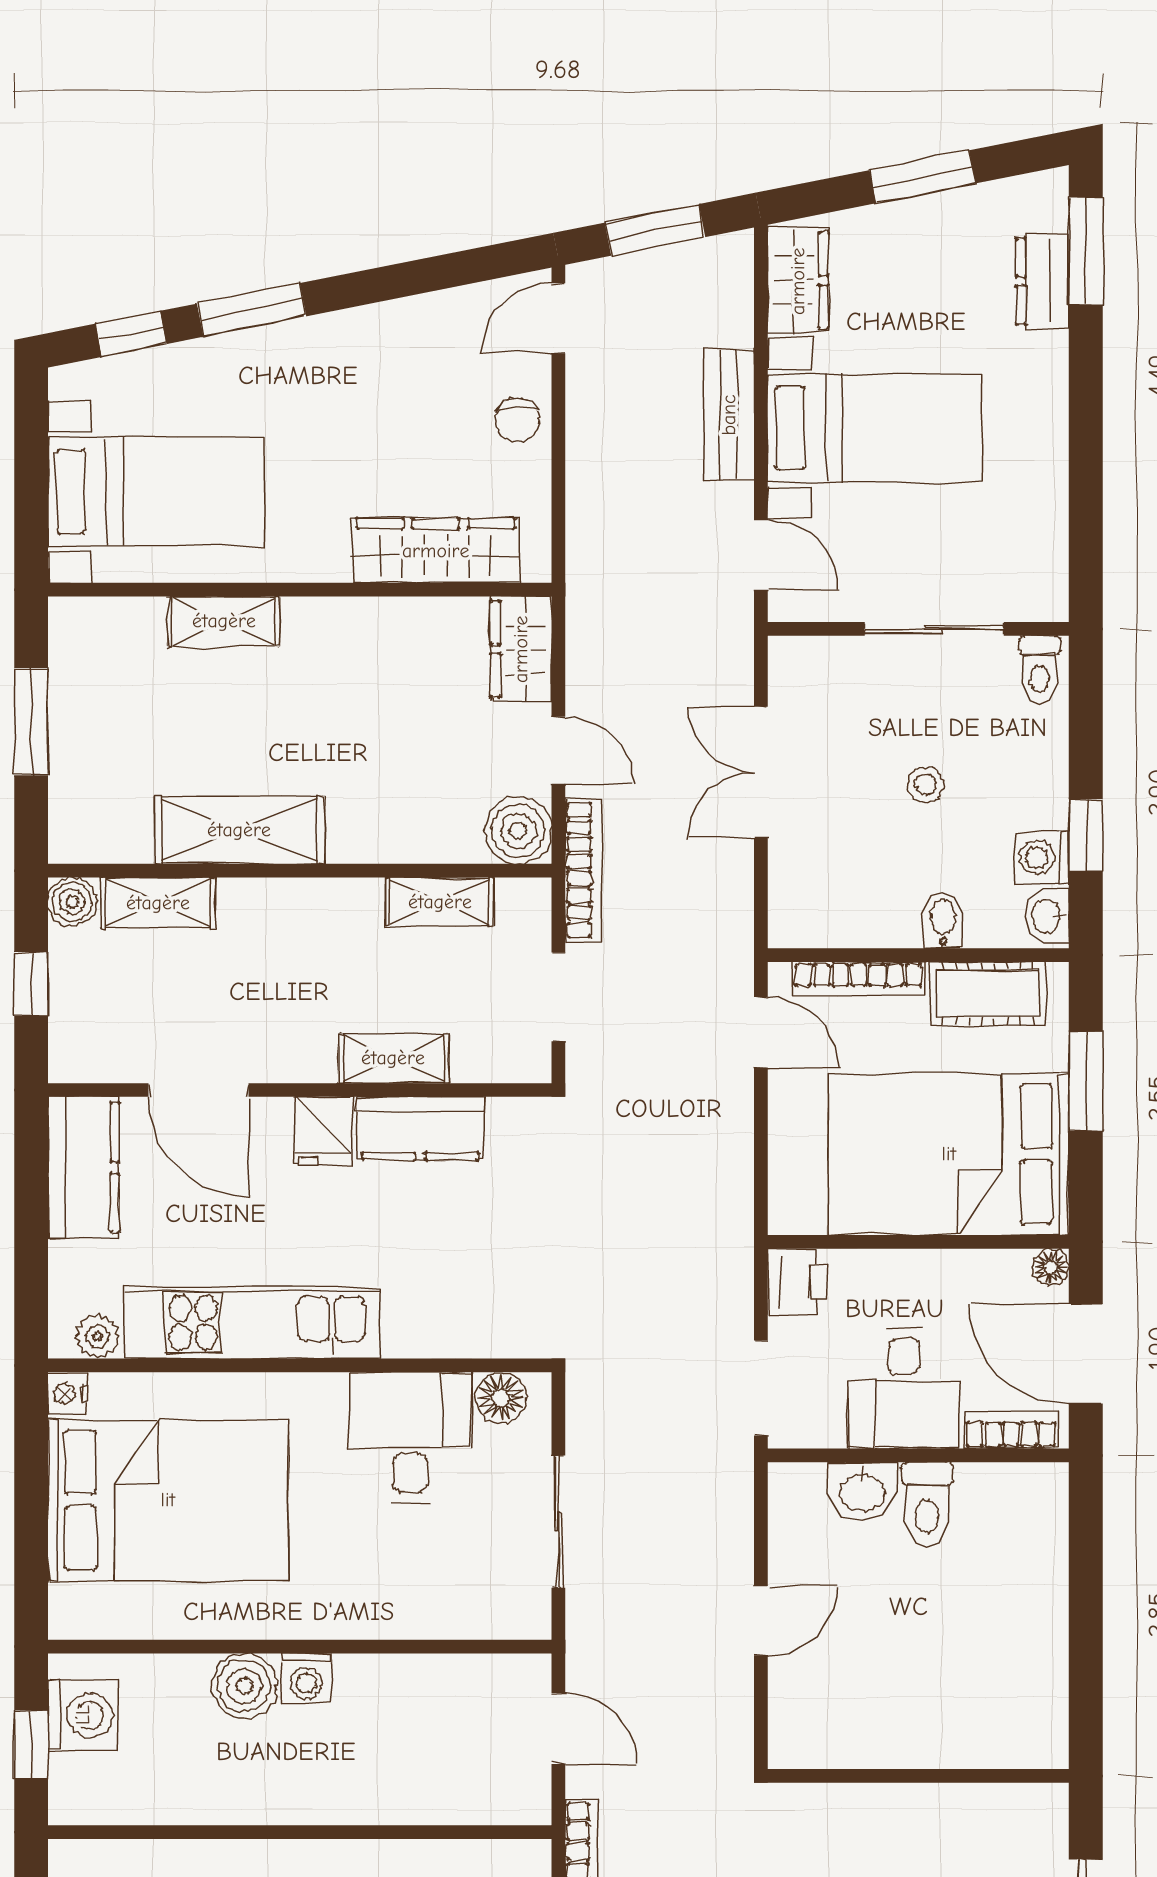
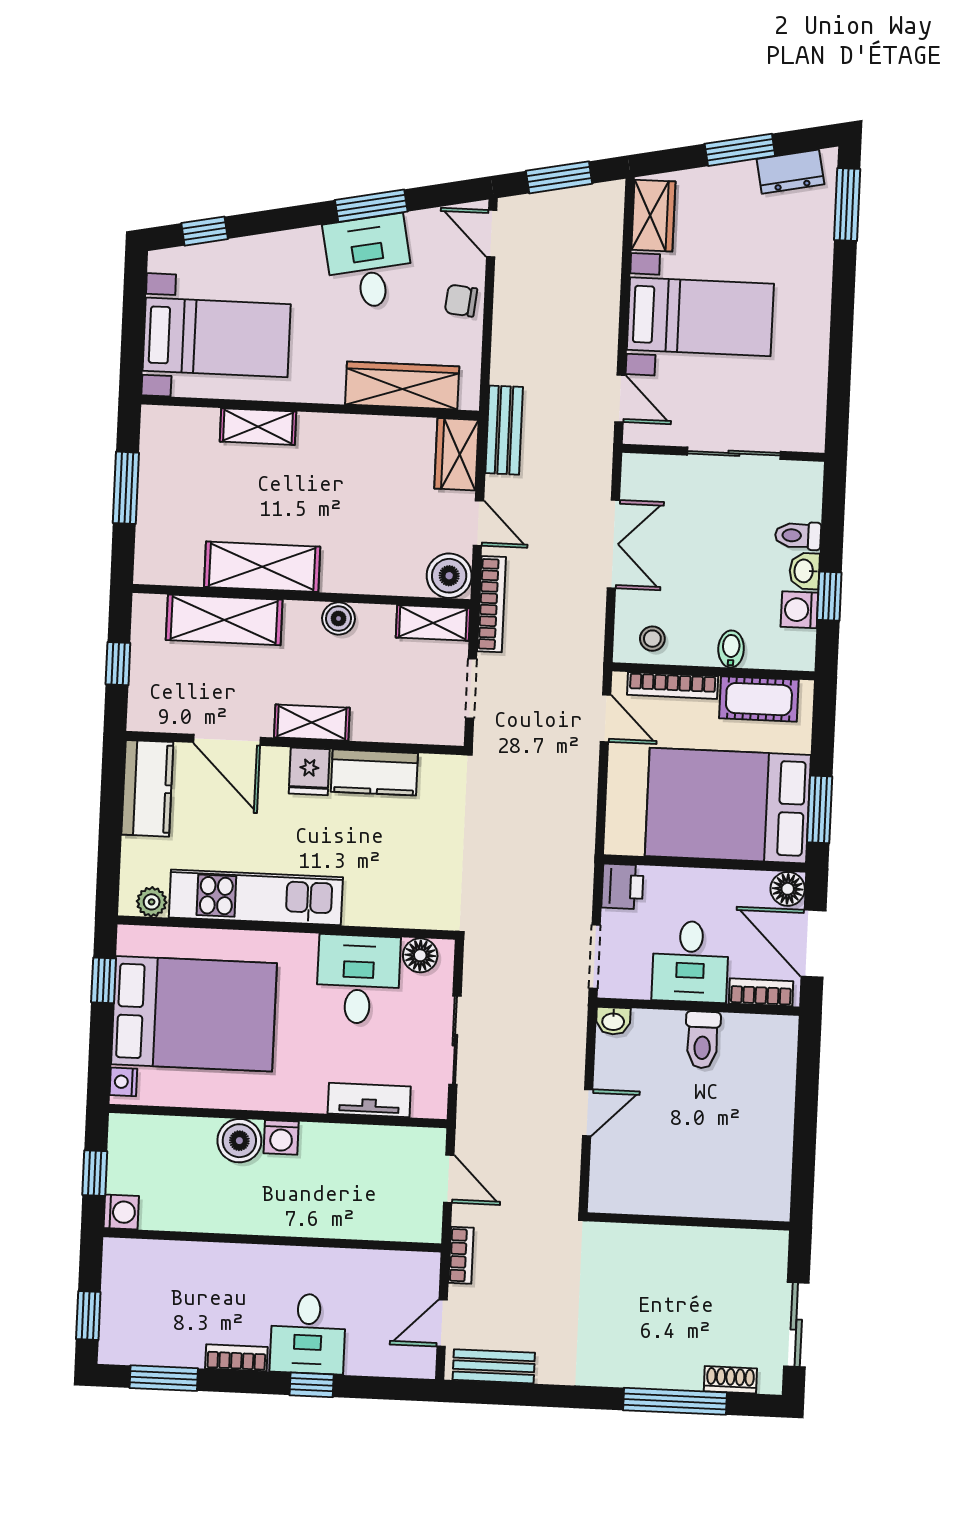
dresser: (1043, 281) -> (790, 172), moved, turned -101
window: (252, 310) -> (371, 206), moved
door: (558, 318) -> (492, 234), hinge flipped
desk: (378, 369) -> (369, 262), added
bench: (729, 415) -> (504, 430), moved
chair: (517, 420) -> (461, 301), turned 96
toilet: (1040, 669) -> (798, 536), moved, turned 90
double door: (761, 772) -> (613, 544), swing flipped
stool: (926, 785) -> (652, 639), moved
boiler: (72, 902) -> (339, 618), moved
shelving: (440, 902) -> (433, 623), moved
shelving: (158, 903) -> (224, 620), width x1.50, depth x1.33
washbasin: (1047, 916) -> (805, 571), moved
shelving: (393, 1058) -> (312, 723), moved
window: (1086, 1081) -> (820, 809), moved
floor lamp: (1050, 1267) -> (788, 889), width x1.37, depth x1.37
nightstand: (68, 1394) -> (123, 1082), moved
window: (31, 1457) -> (104, 980), added
washbasin: (862, 1491) -> (613, 1021), moved, width x0.72, depth x0.69
tv unit: (435, 1617) -> (369, 1100), added
washing machine: (83, 1715) -> (121, 1212), moved, width x0.73, depth x0.73

